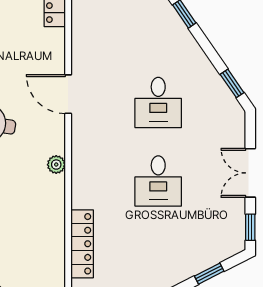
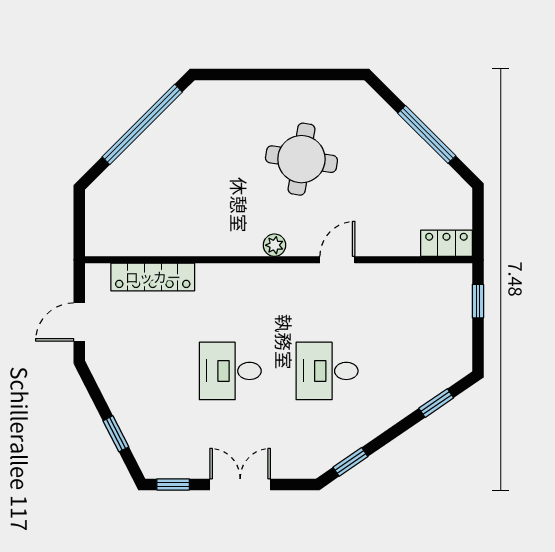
door: (68, 94) -> (337, 260), width x0.73
plant: (56, 165) -> (274, 245), moved

